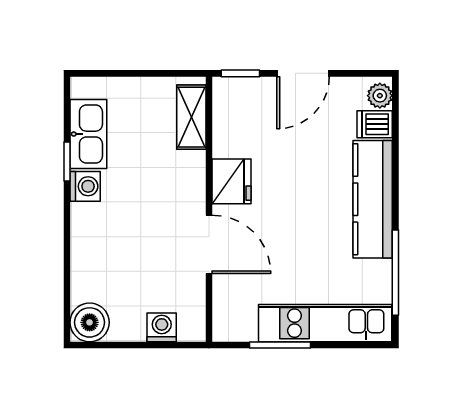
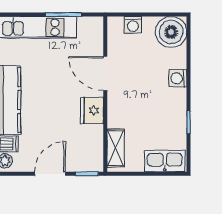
kitchen sink: (88, 134) -> (165, 161), moved, turned 90
washing machine: (85, 186) -> (178, 78), moved
boiler: (90, 322) -> (171, 32), width x1.37, depth x1.37

